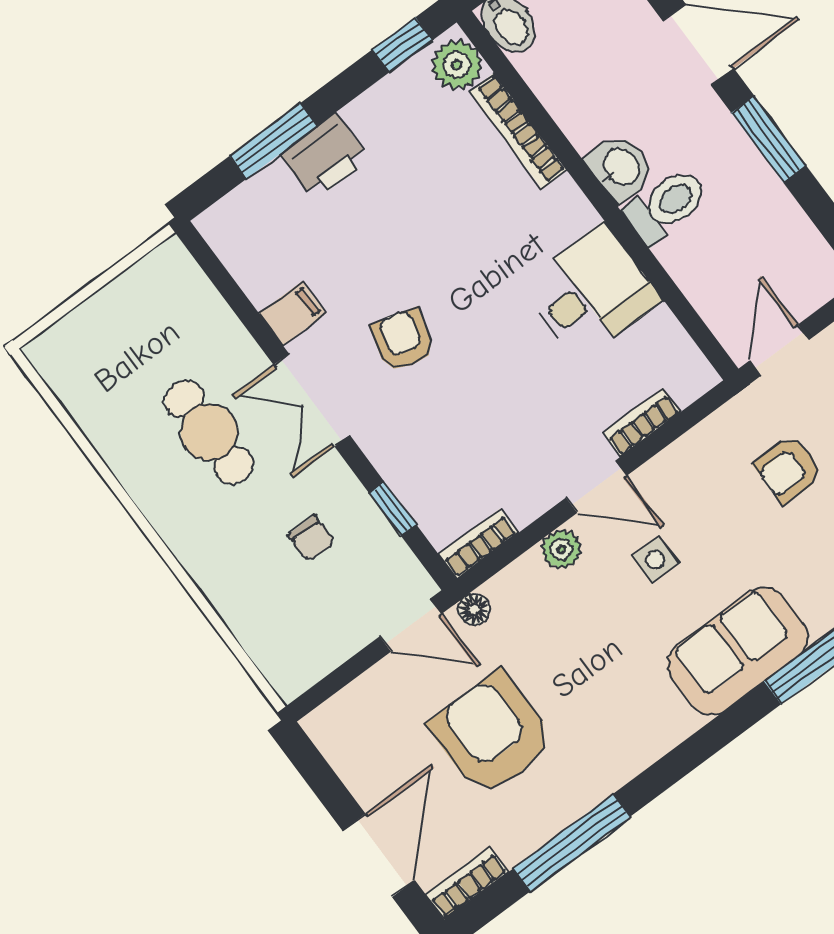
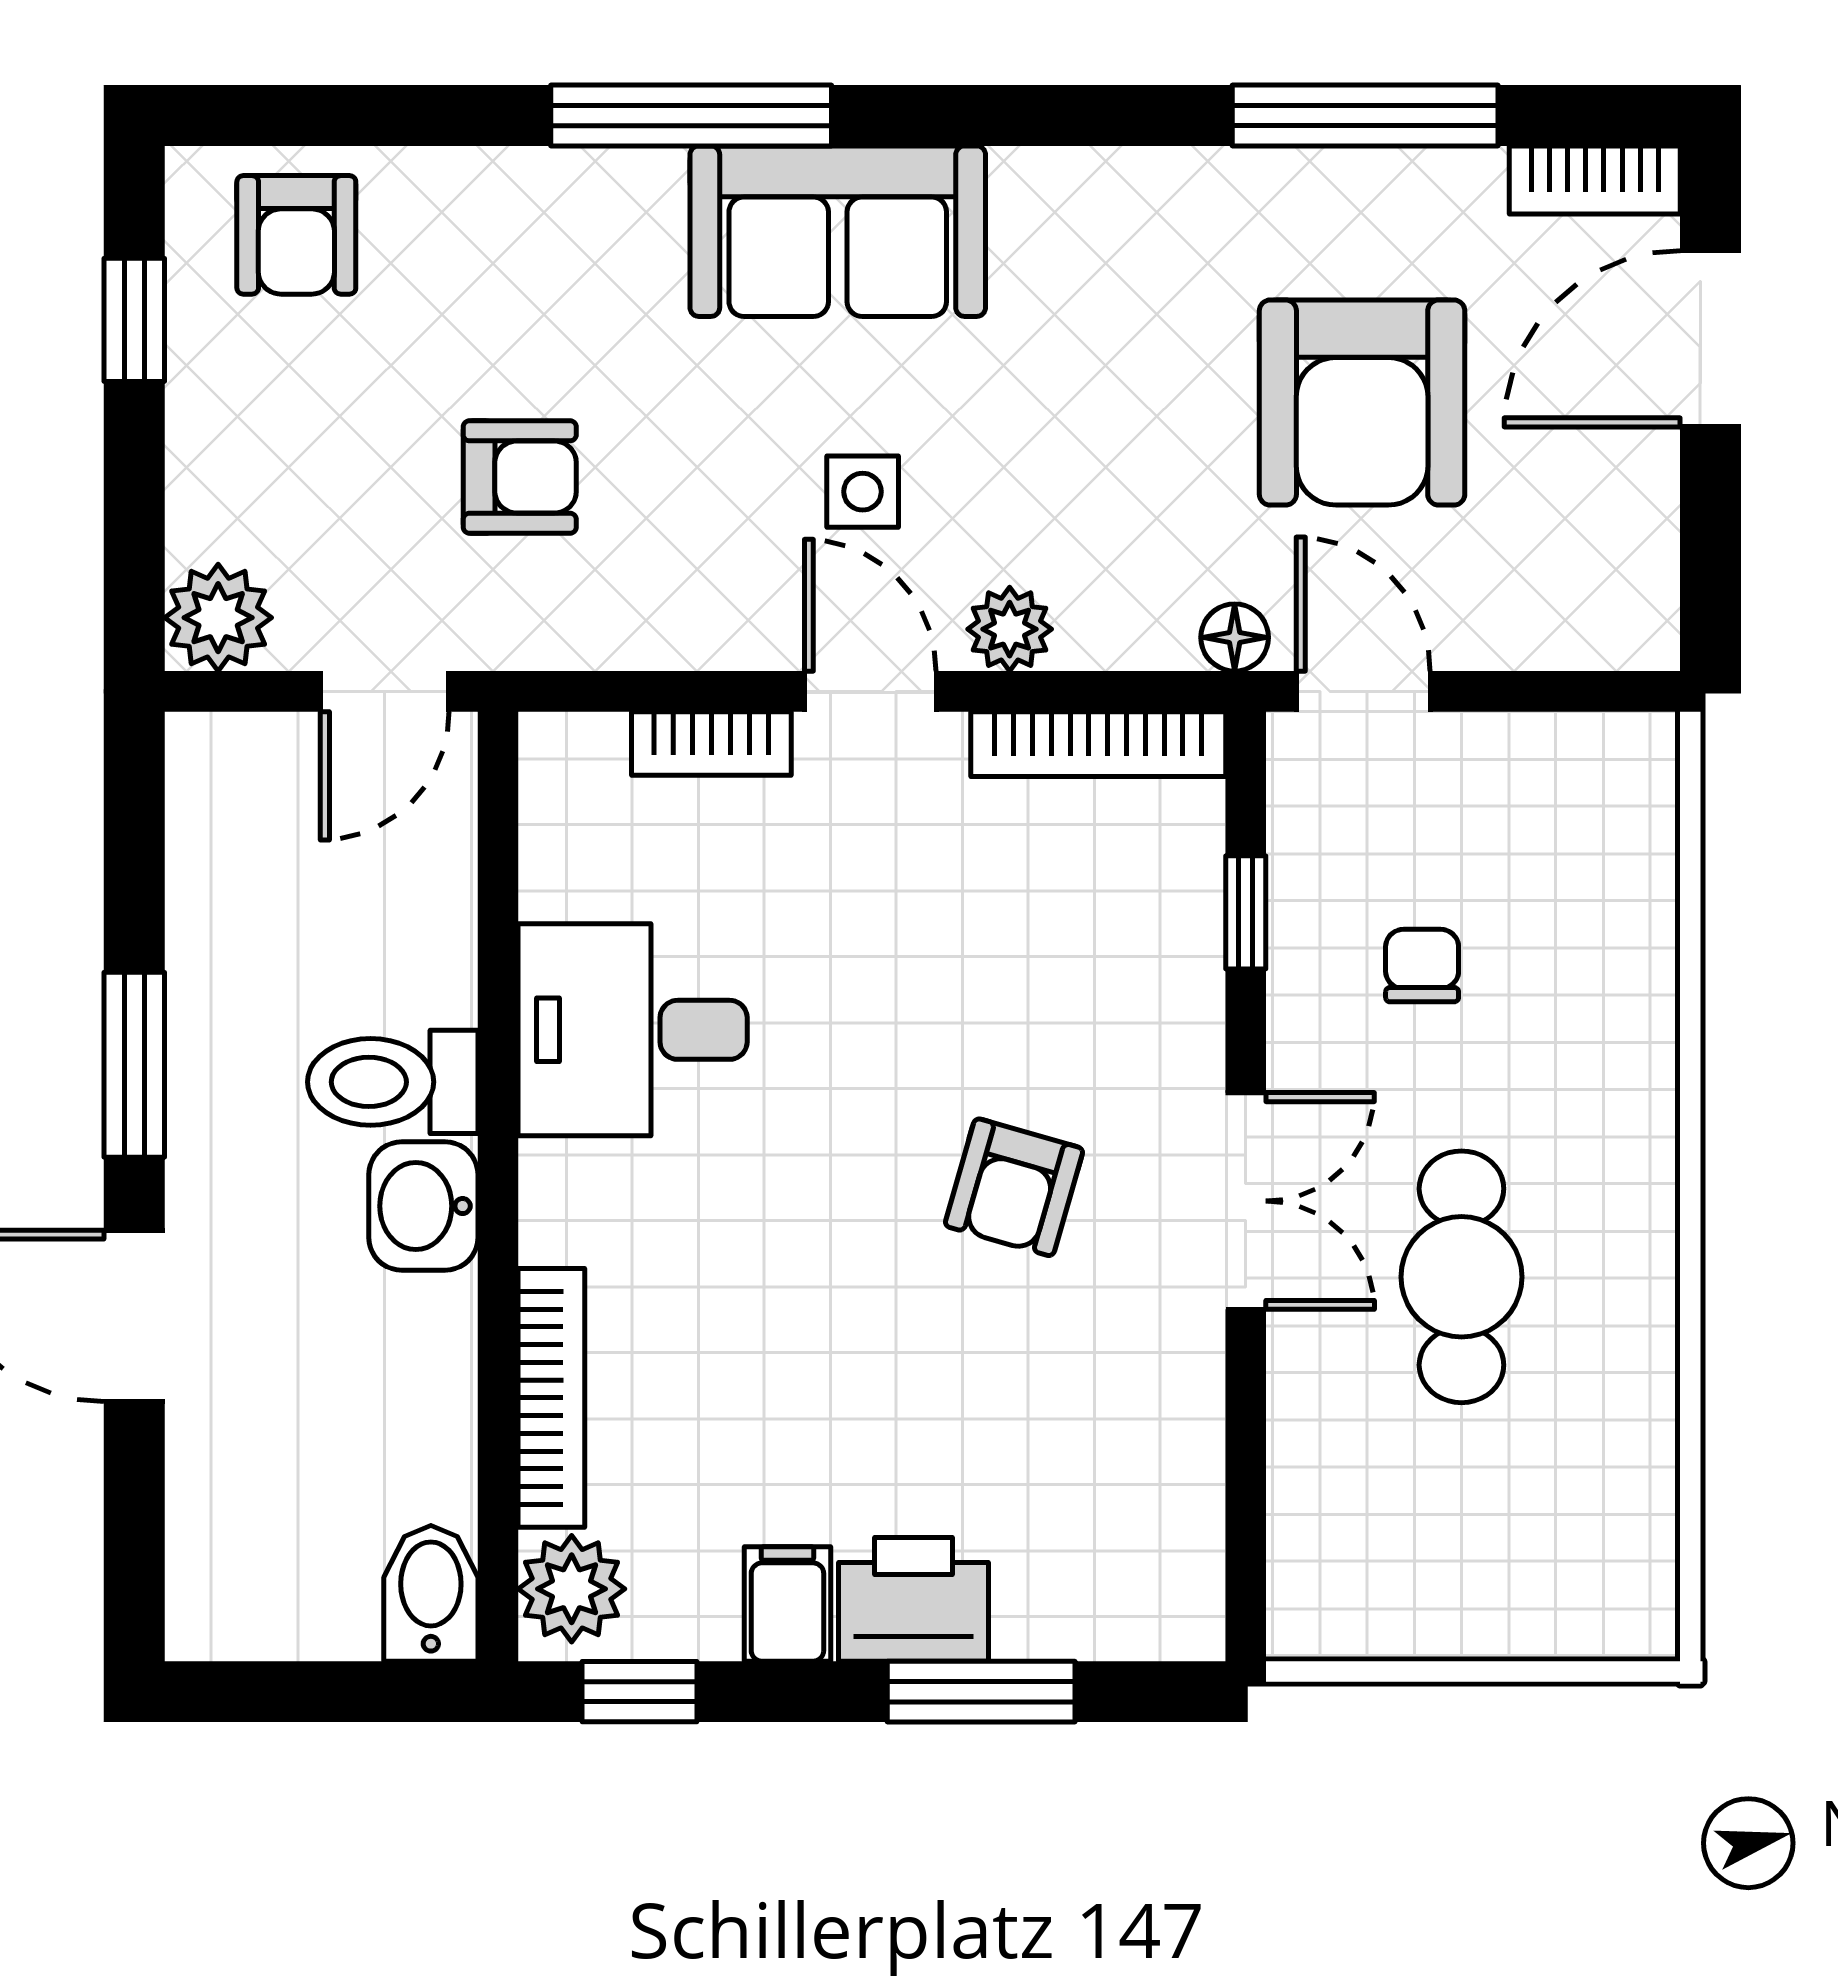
filing cabinet: (293, 313) -> (787, 1604), moved, turned 90
bookcase: (478, 544) -> (1098, 744), width x1.56

